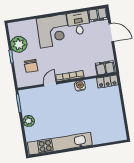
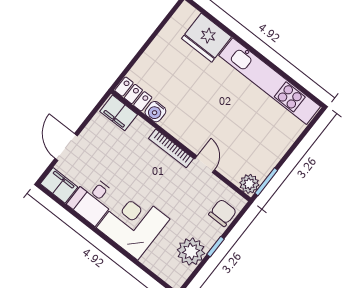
chair: (31, 66) -> (223, 213), moved
door: (50, 84) -> (205, 164), swing flipped
water cooler: (80, 86) -> (155, 112), moved
plant: (29, 121) -> (249, 184), moved
fridge: (103, 134) -> (207, 38), added

